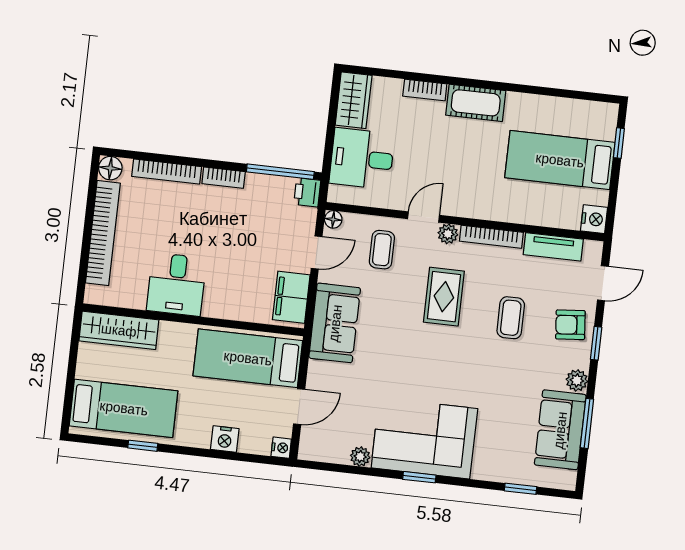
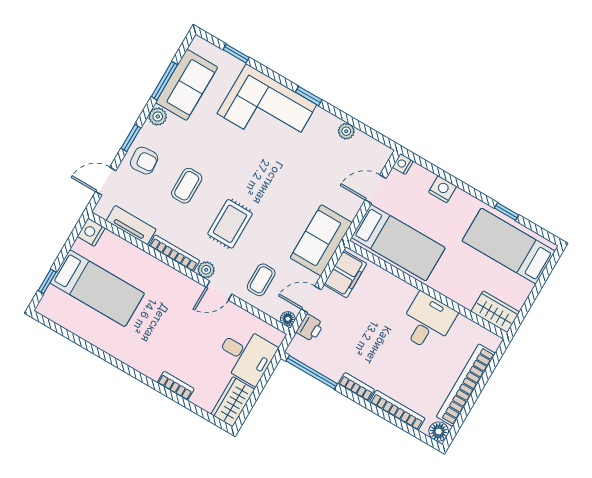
cot: (476, 103) -> (142, 359), removed
printer: (307, 192) -> (310, 328), moved
wardrobe: (119, 330) -> (495, 312), width x0.67
corner sofa: (424, 438) -> (267, 109), moved

